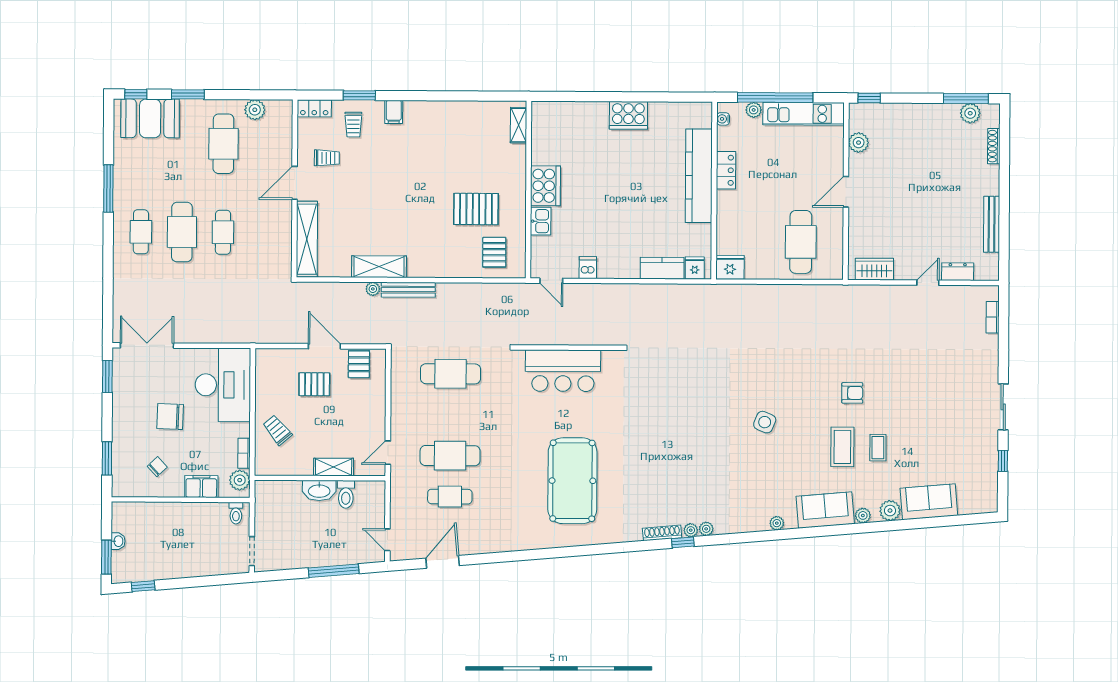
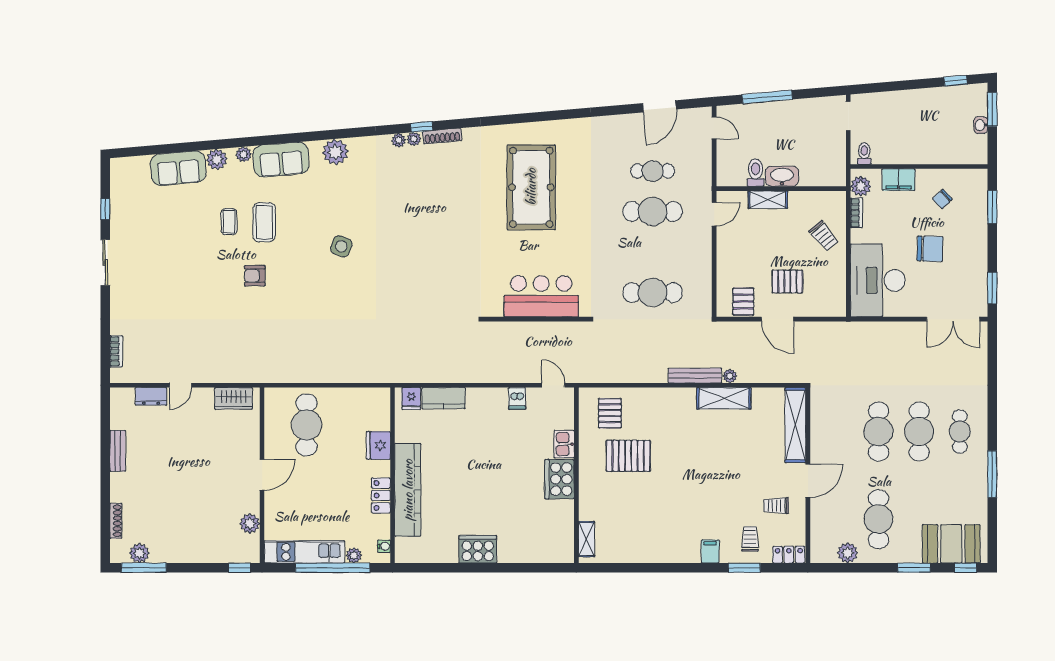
bench: (992, 224) -> (118, 451), width x0.73
cafe table: (223, 232) -> (879, 431), width x1.37, depth x1.35
fridge: (730, 267) -> (378, 445), moved, turned 90
plant: (777, 523) -> (335, 152), width x1.87, depth x1.87

